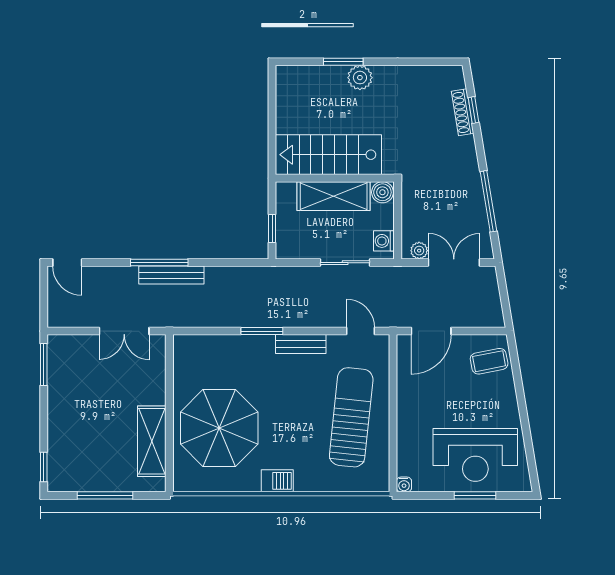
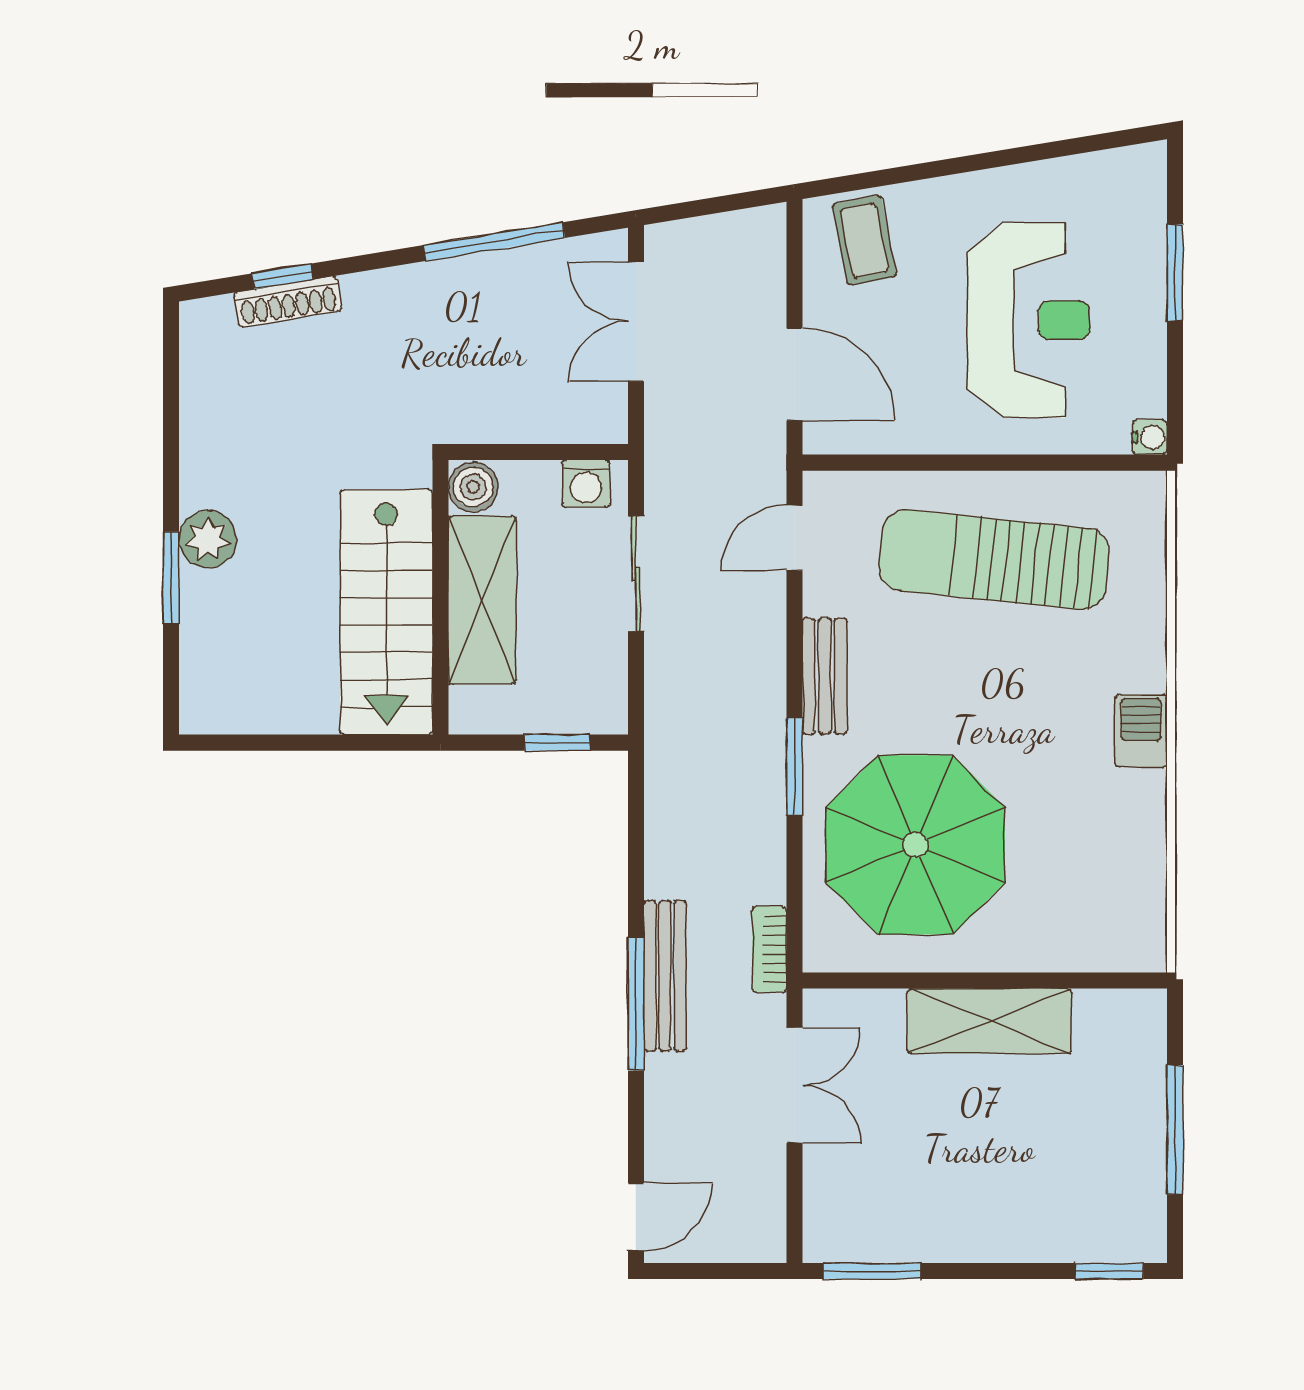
plant: (419, 251) -> (608, 402), removed
bookcase: (183, 320) -> (769, 949), added
parasol: (219, 428) -> (915, 845), moved
shelving: (152, 441) -> (989, 1021), moved
reception desk: (475, 455) -> (1028, 320), moved

